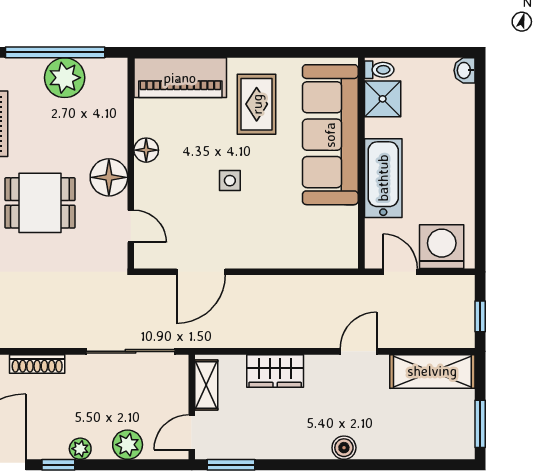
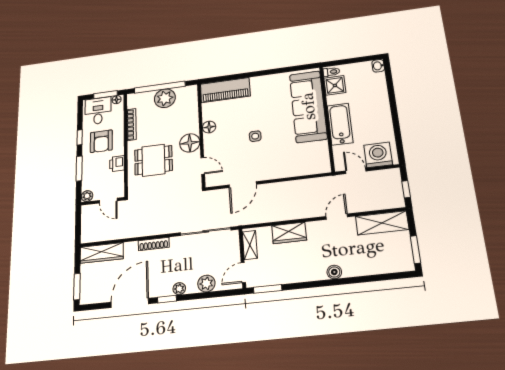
rug: (257, 104) -> (267, 97), removed

